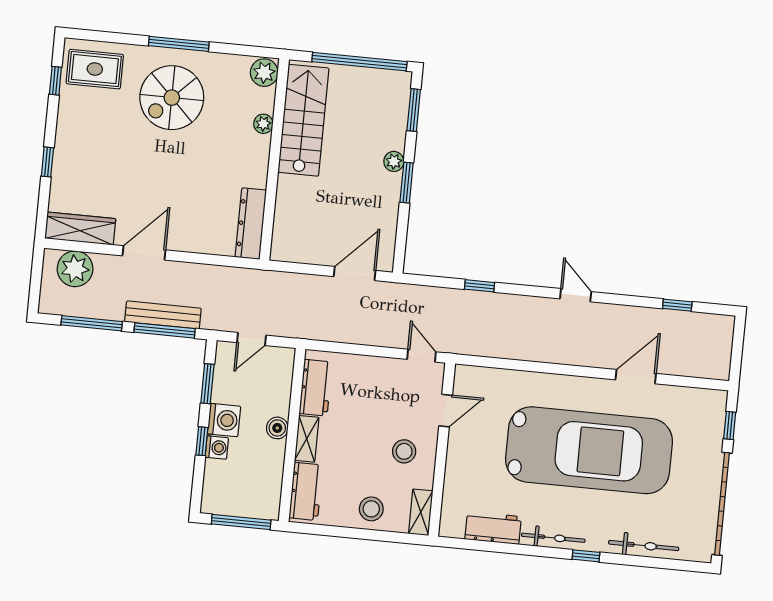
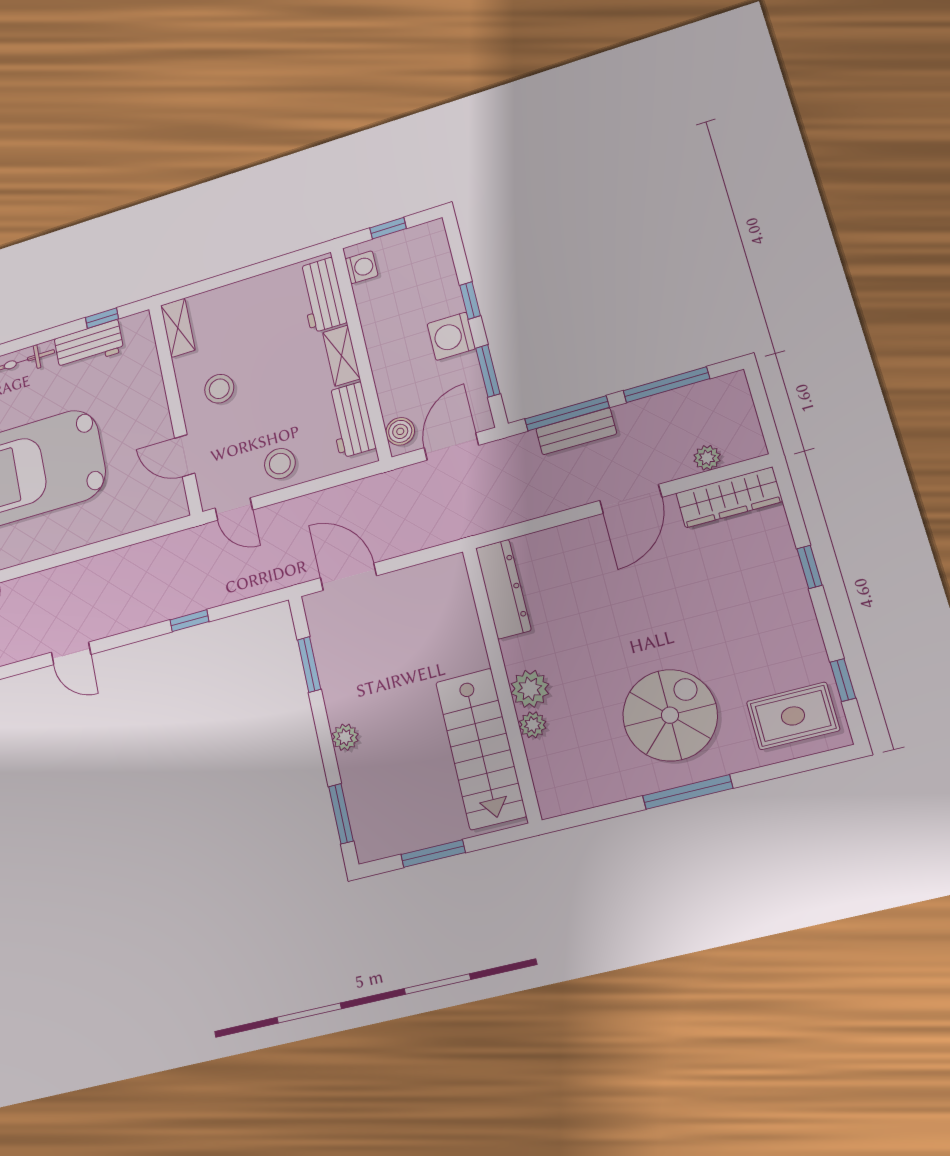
window: (359, 62) -> (433, 854), width x0.47
plant: (264, 73) -> (530, 689), moved
window: (407, 183) -> (309, 664), moved
plant: (75, 269) -> (707, 458), width x0.53, depth x0.53
door: (355, 274) -> (348, 577), swing flipped
bench: (163, 315) -> (576, 431), width x0.73
door: (251, 339) -> (451, 446), width x1.38
door: (446, 411) -> (185, 456), hinge flipped
boiler: (277, 428) -> (400, 431), moved
washing machine: (217, 448) -> (362, 267), moved, turned 180
stool: (371, 509) -> (280, 464), moved
window: (241, 522) -> (388, 228), width x0.46
window: (477, 545) -> (102, 318), added

